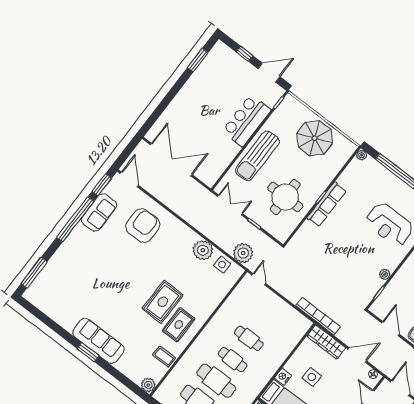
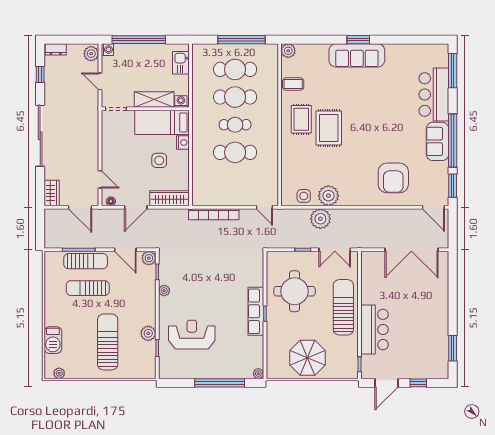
sofa: (99, 212) -> (437, 141), moved
plant: (243, 253) -> (320, 219), moved
bar counter: (63, 265) -> (434, 95), added
plant: (377, 308) -> (149, 258), added
bookcase: (318, 316) -> (214, 214), moved
cafe table: (249, 338) -> (235, 152), width x1.37, depth x1.35

